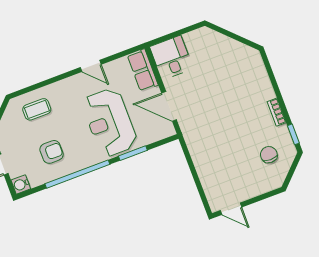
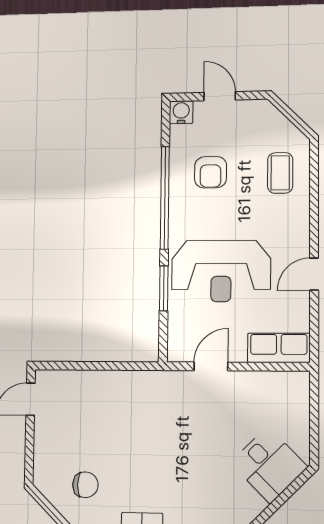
desk: (171, 58) -> (269, 465), moved, turned 45
door: (169, 106) -> (211, 366), width x0.73
reception desk: (110, 122) -> (221, 271), turned 180

